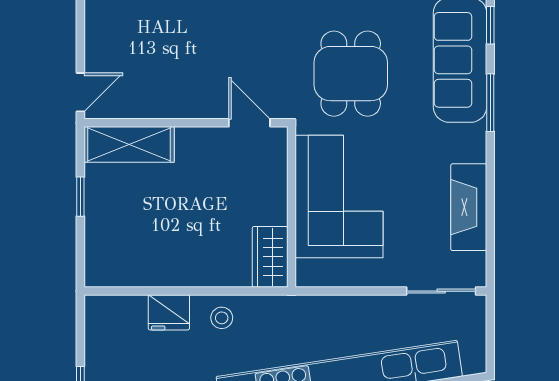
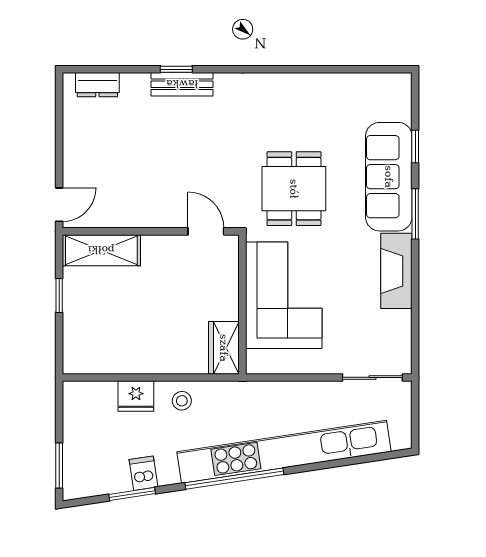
fireplace: (469, 207) -> (396, 271), moved

